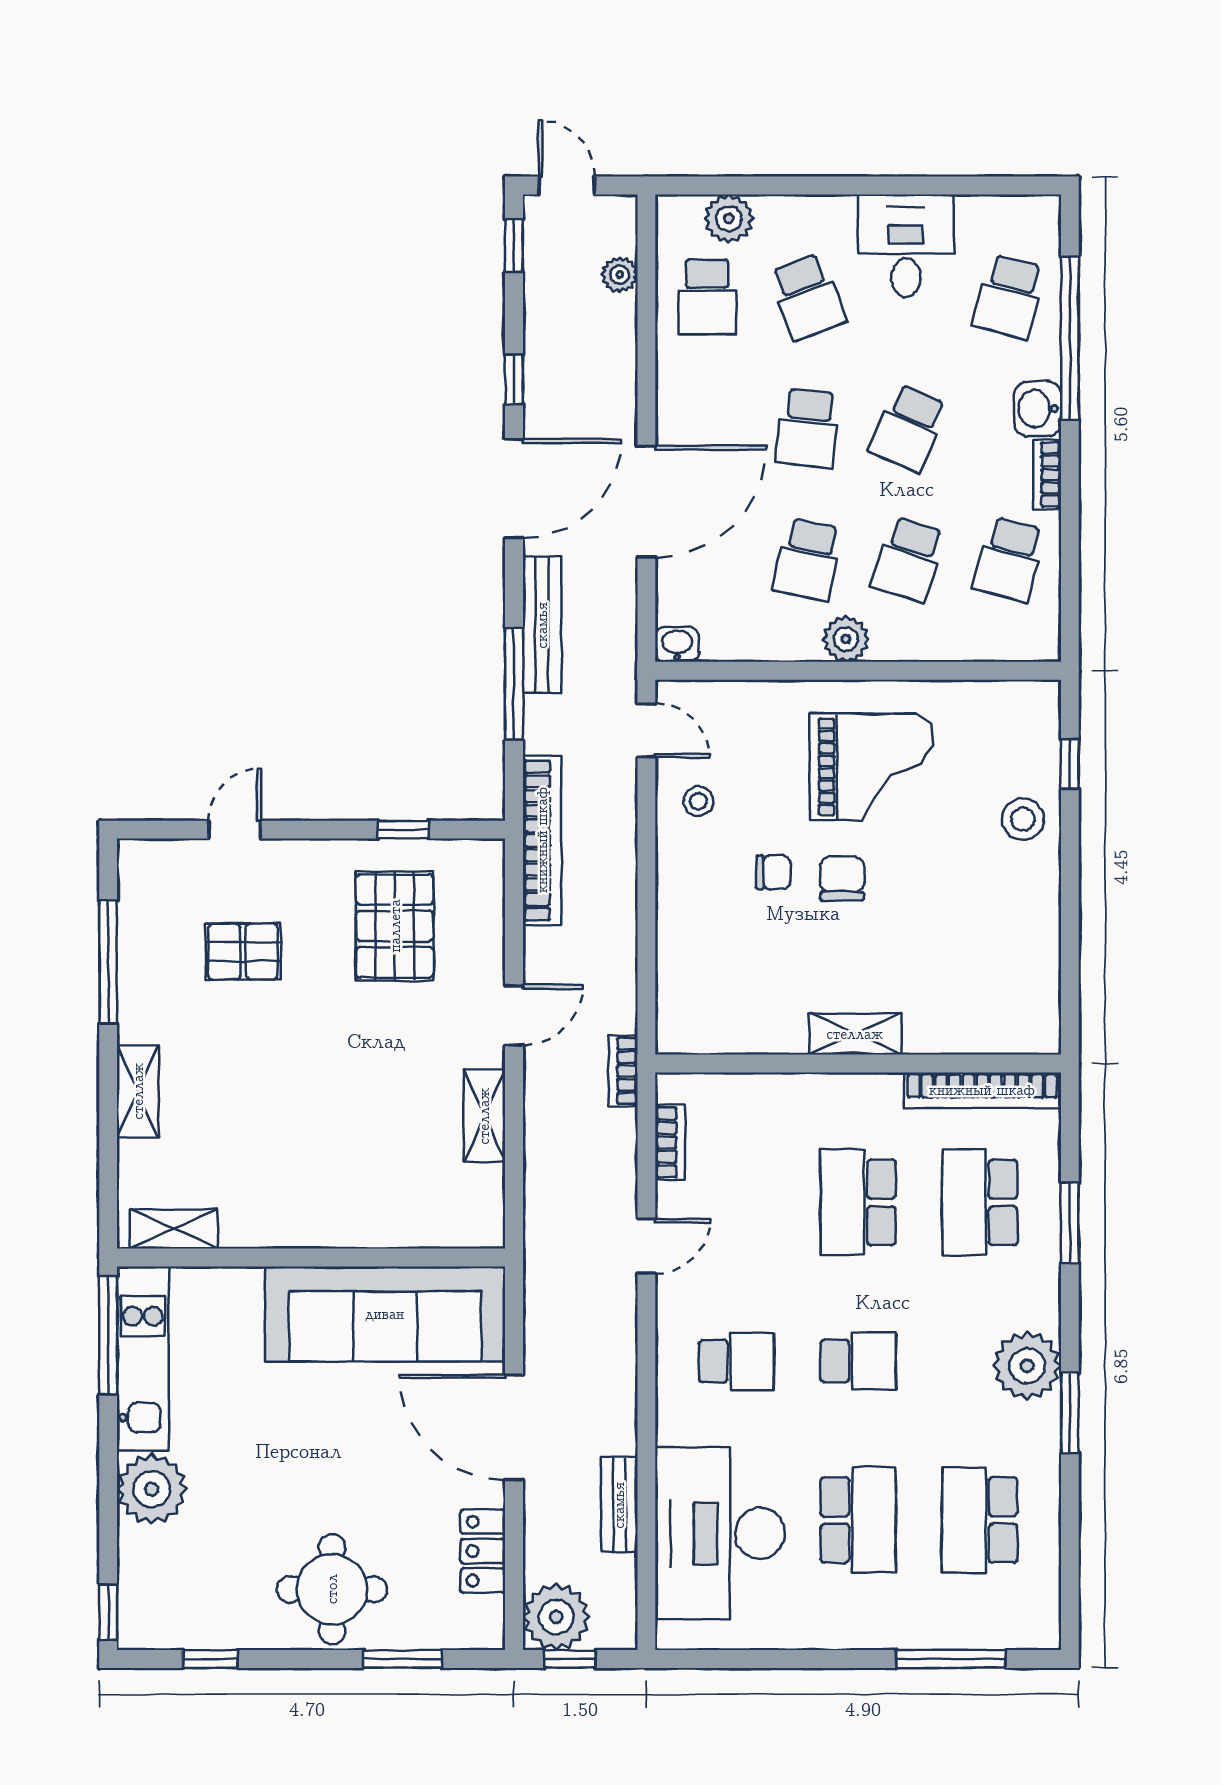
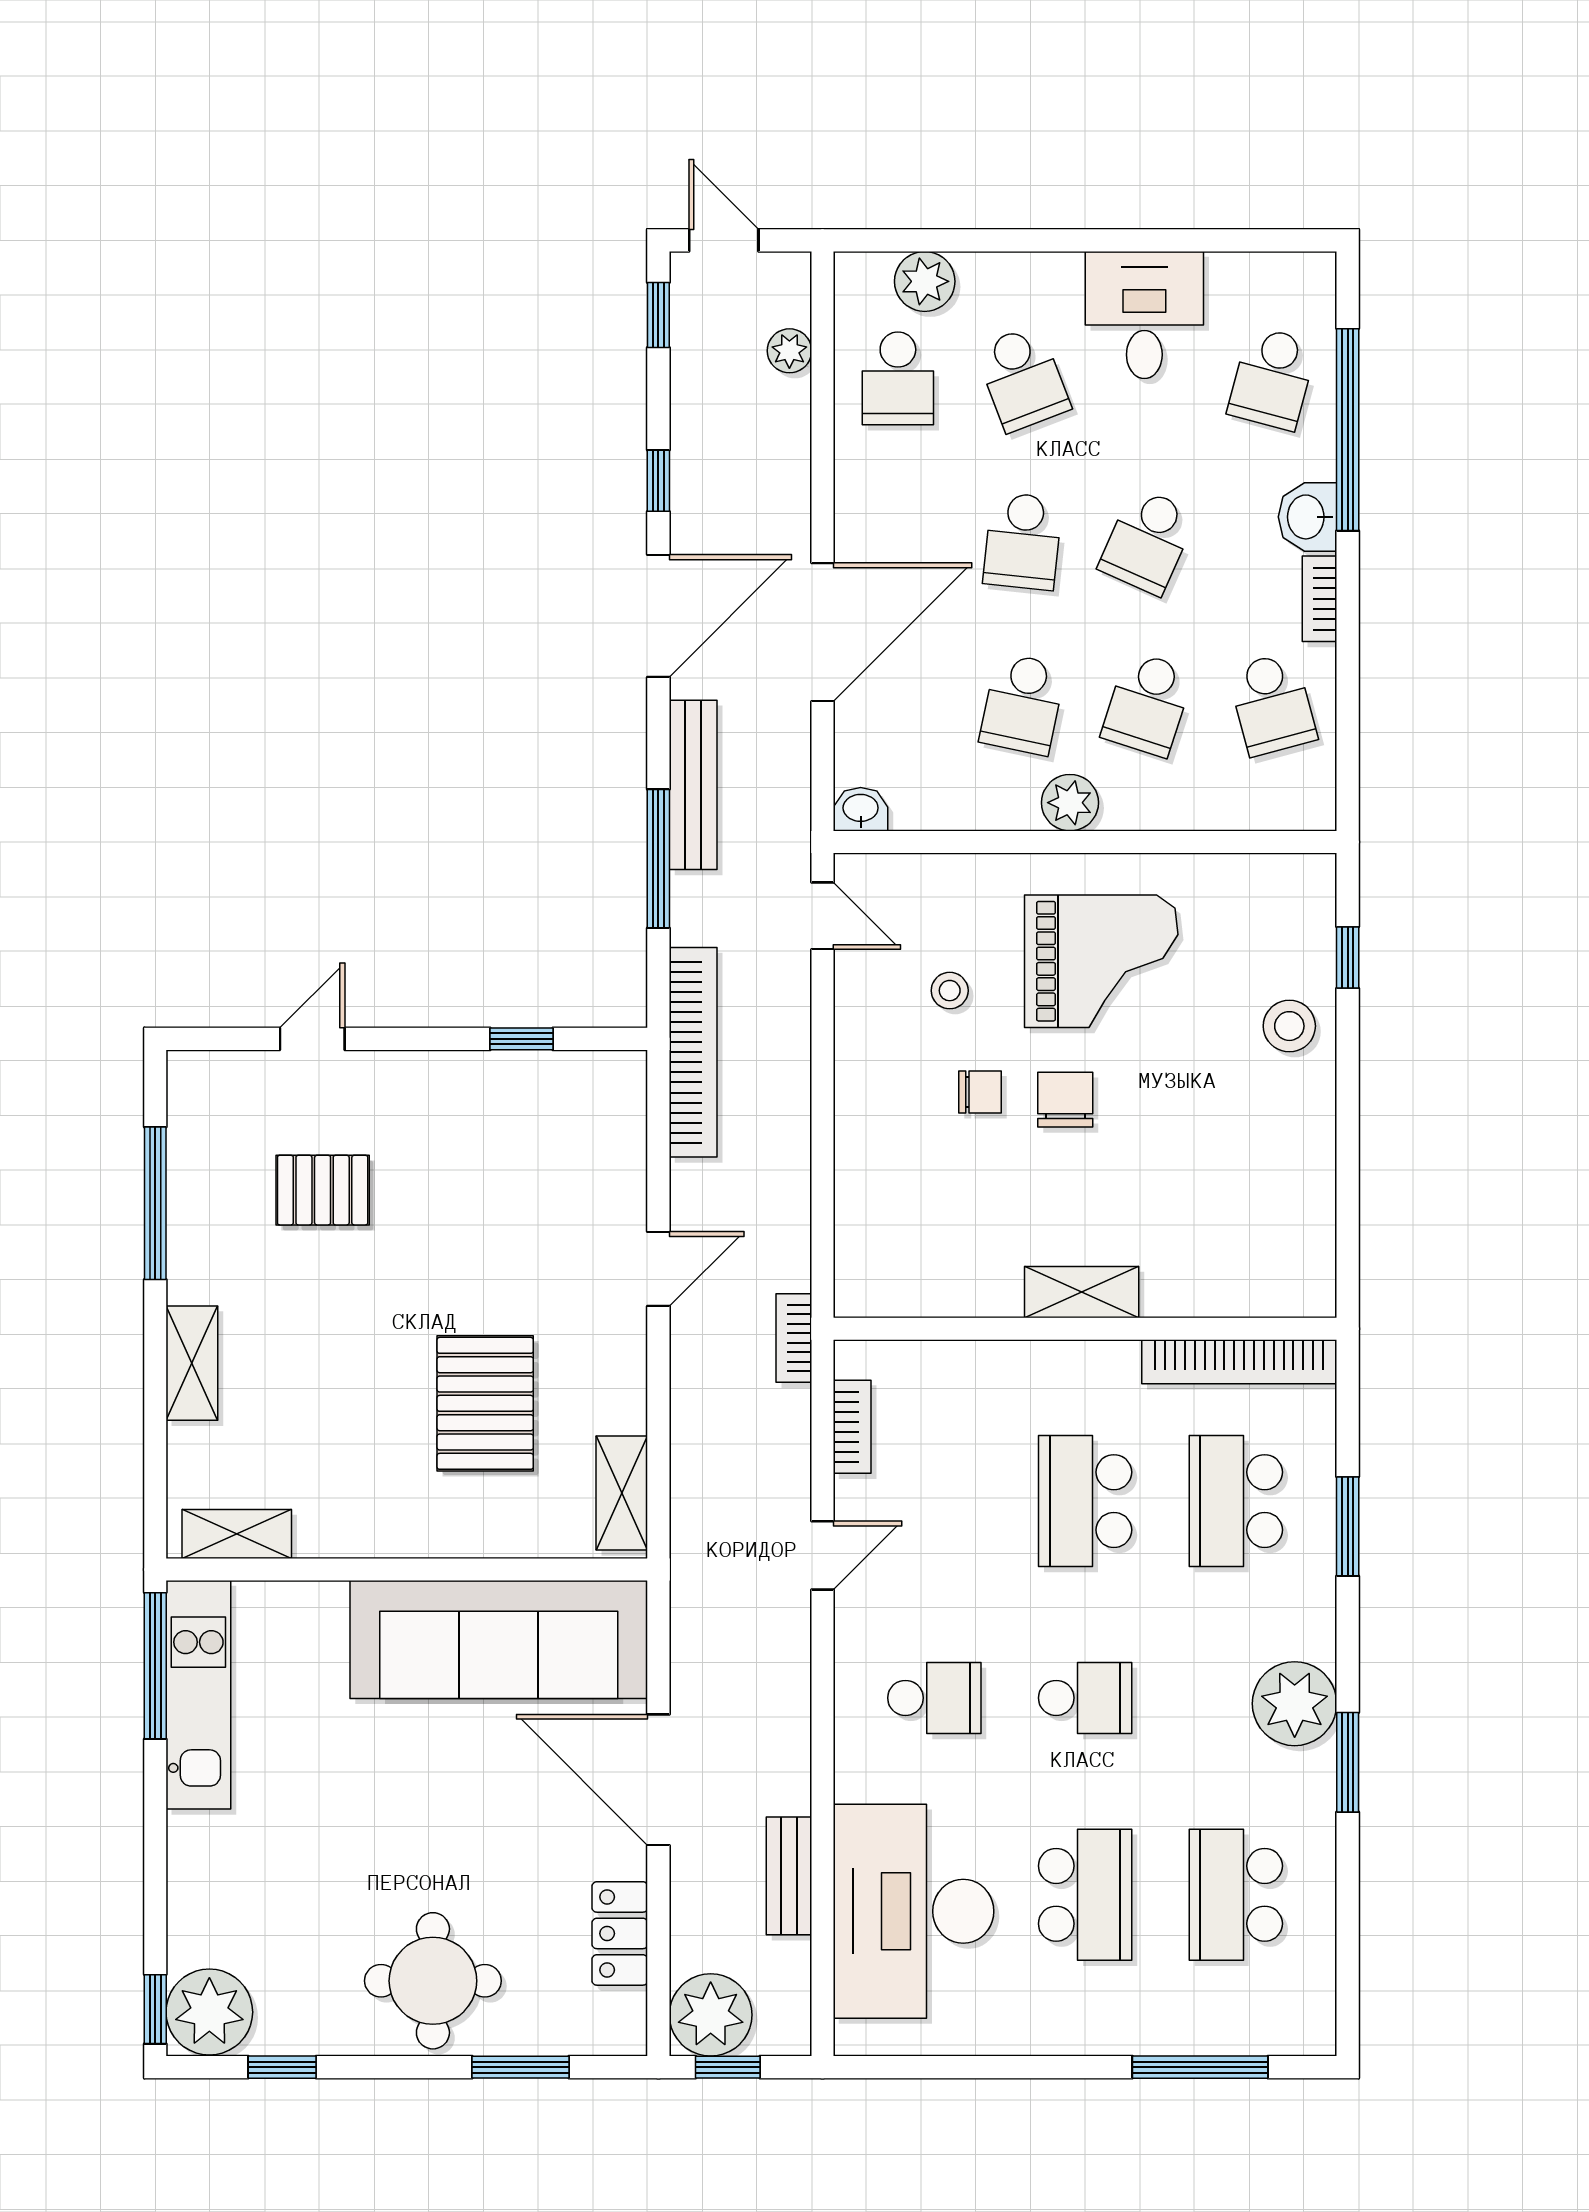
school desk: (1009, 559) -> (1272, 704), turned -30
stool: (698, 801) -> (950, 991), moved
pallet: (395, 926) -> (485, 1403), moved
shelving: (484, 1116) -> (622, 1493), moved
plant: (152, 1489) -> (209, 2012), moved

